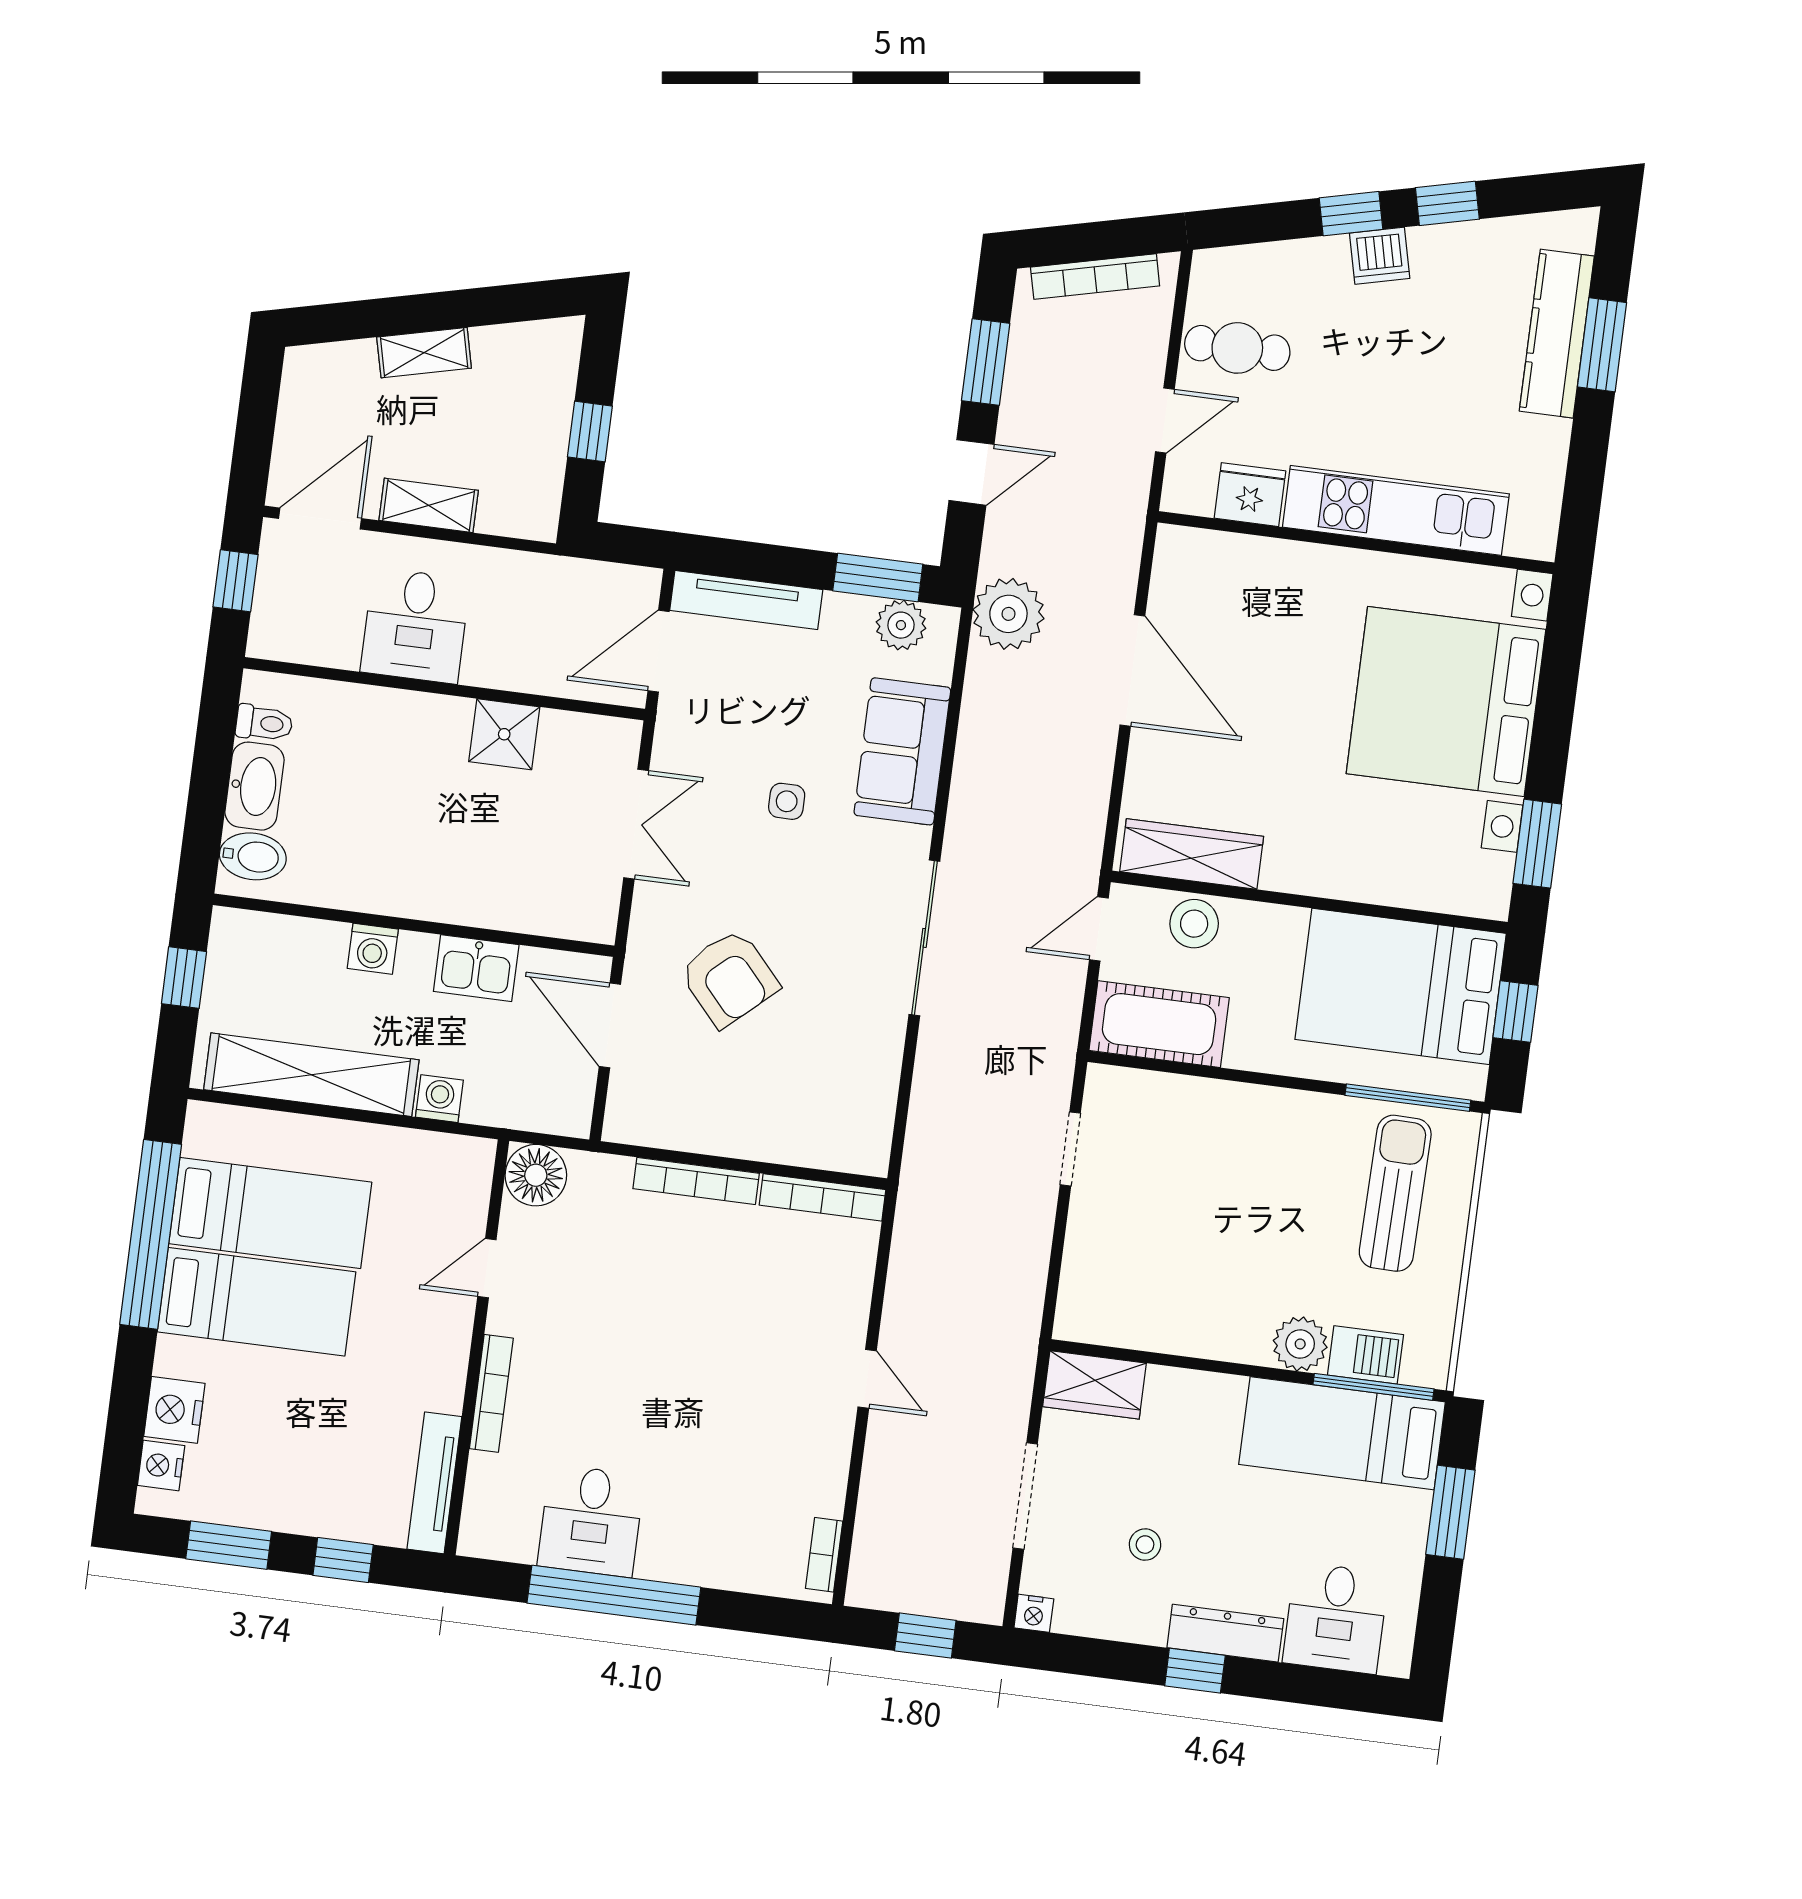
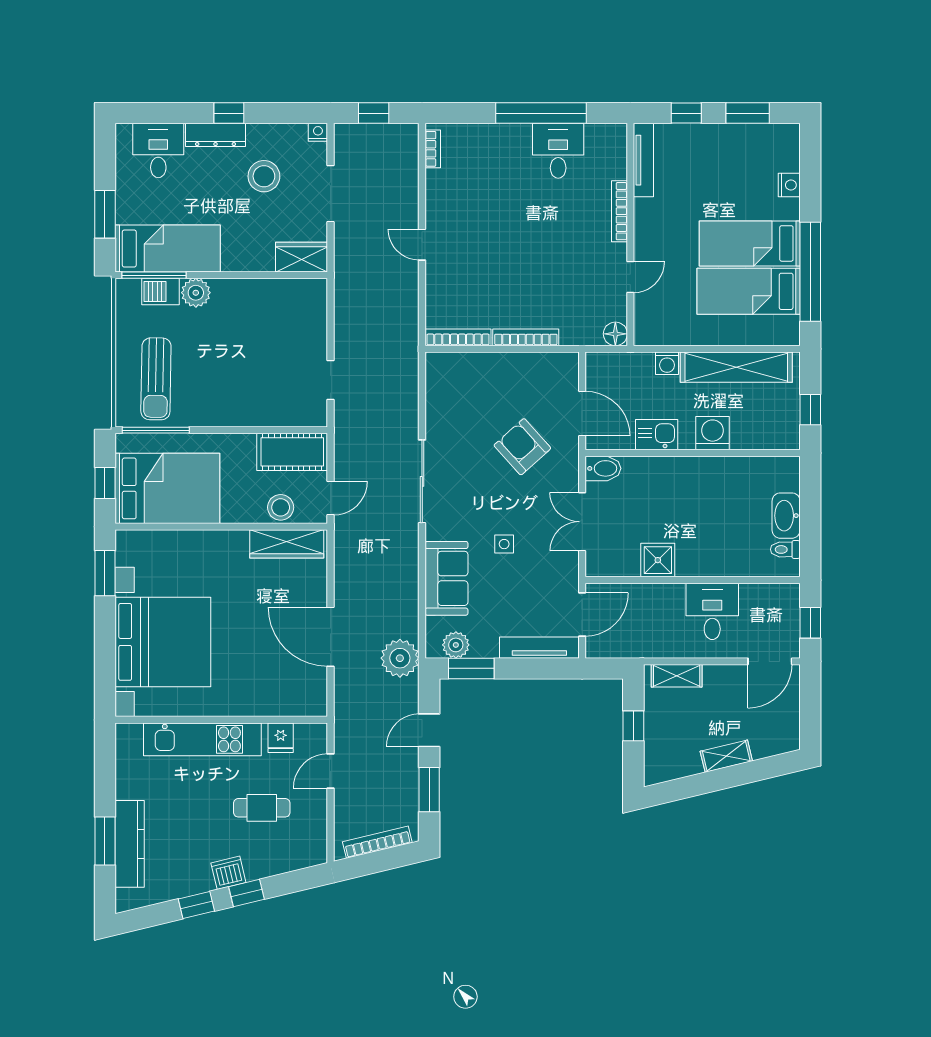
cafe table: (1237, 348) -> (262, 808), moved
fridge: (1250, 495) -> (281, 738), width x0.72
shelving: (429, 505) -> (677, 676), moved
bidet: (253, 856) -> (603, 468), moved, turned 180
washing machine: (373, 949) -> (713, 433), width x1.38, depth x1.38
floor lamp: (536, 1175) -> (615, 334), width x0.73, depth x0.73
nightstand: (174, 1410) -> (789, 185), width x0.74, depth x0.75
nightstand: (161, 1465) -> (789, 150), removed
stool: (1145, 1545) -> (264, 176), width x1.89, depth x1.89

